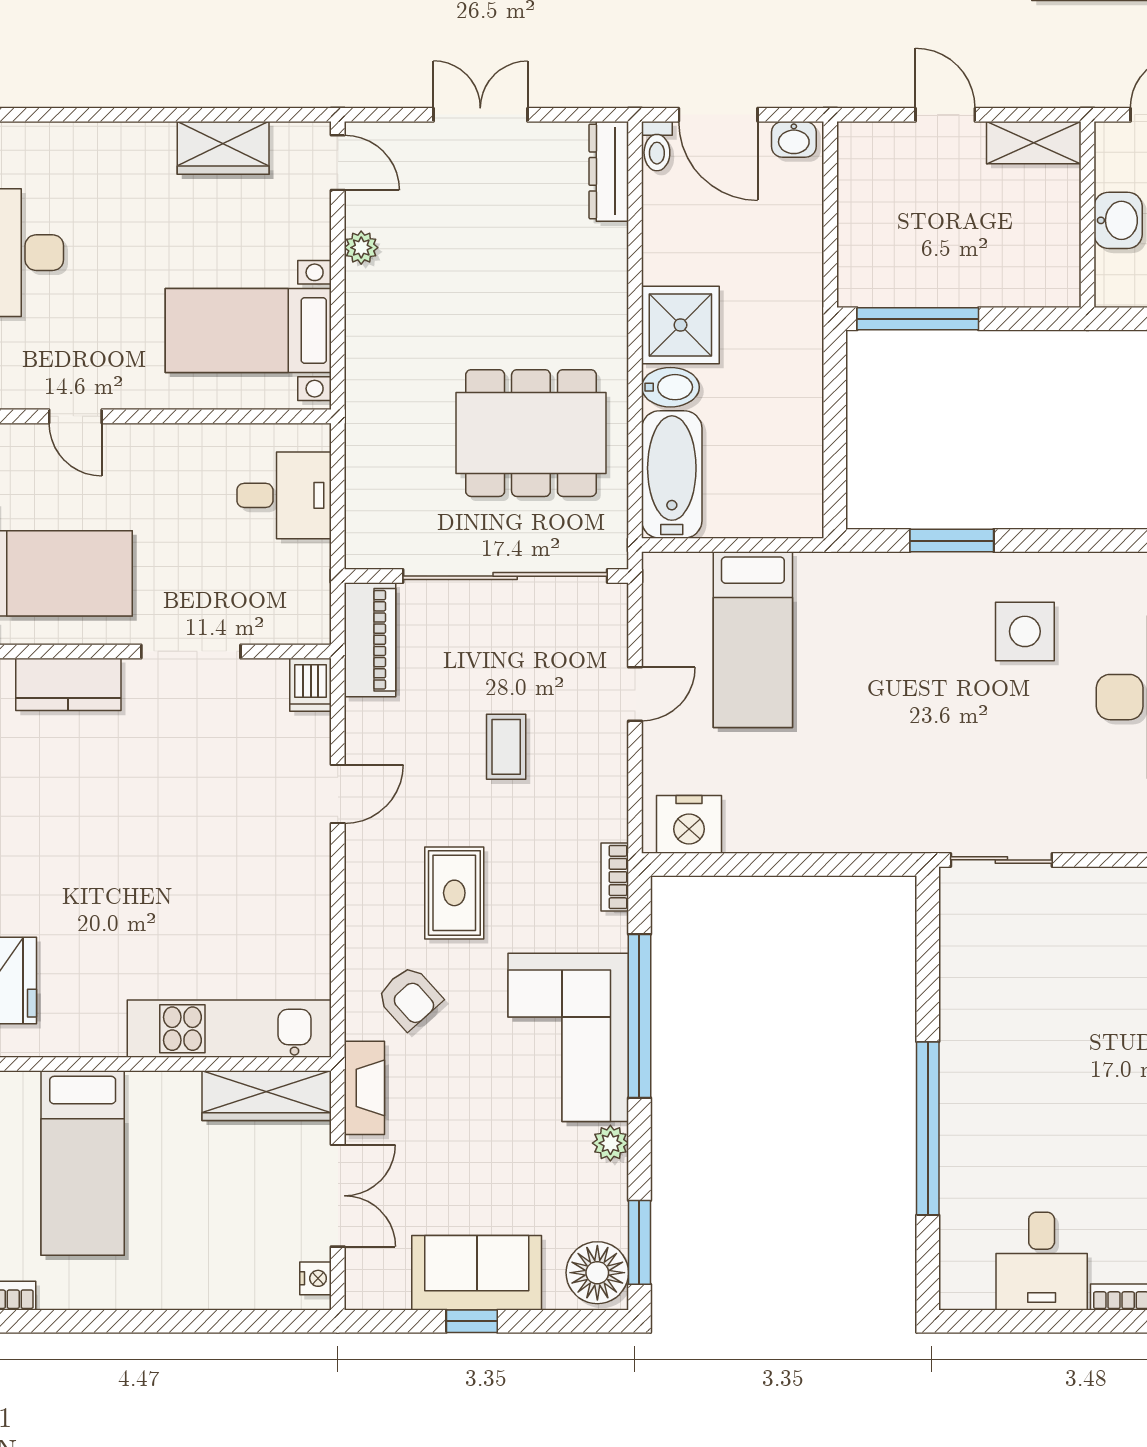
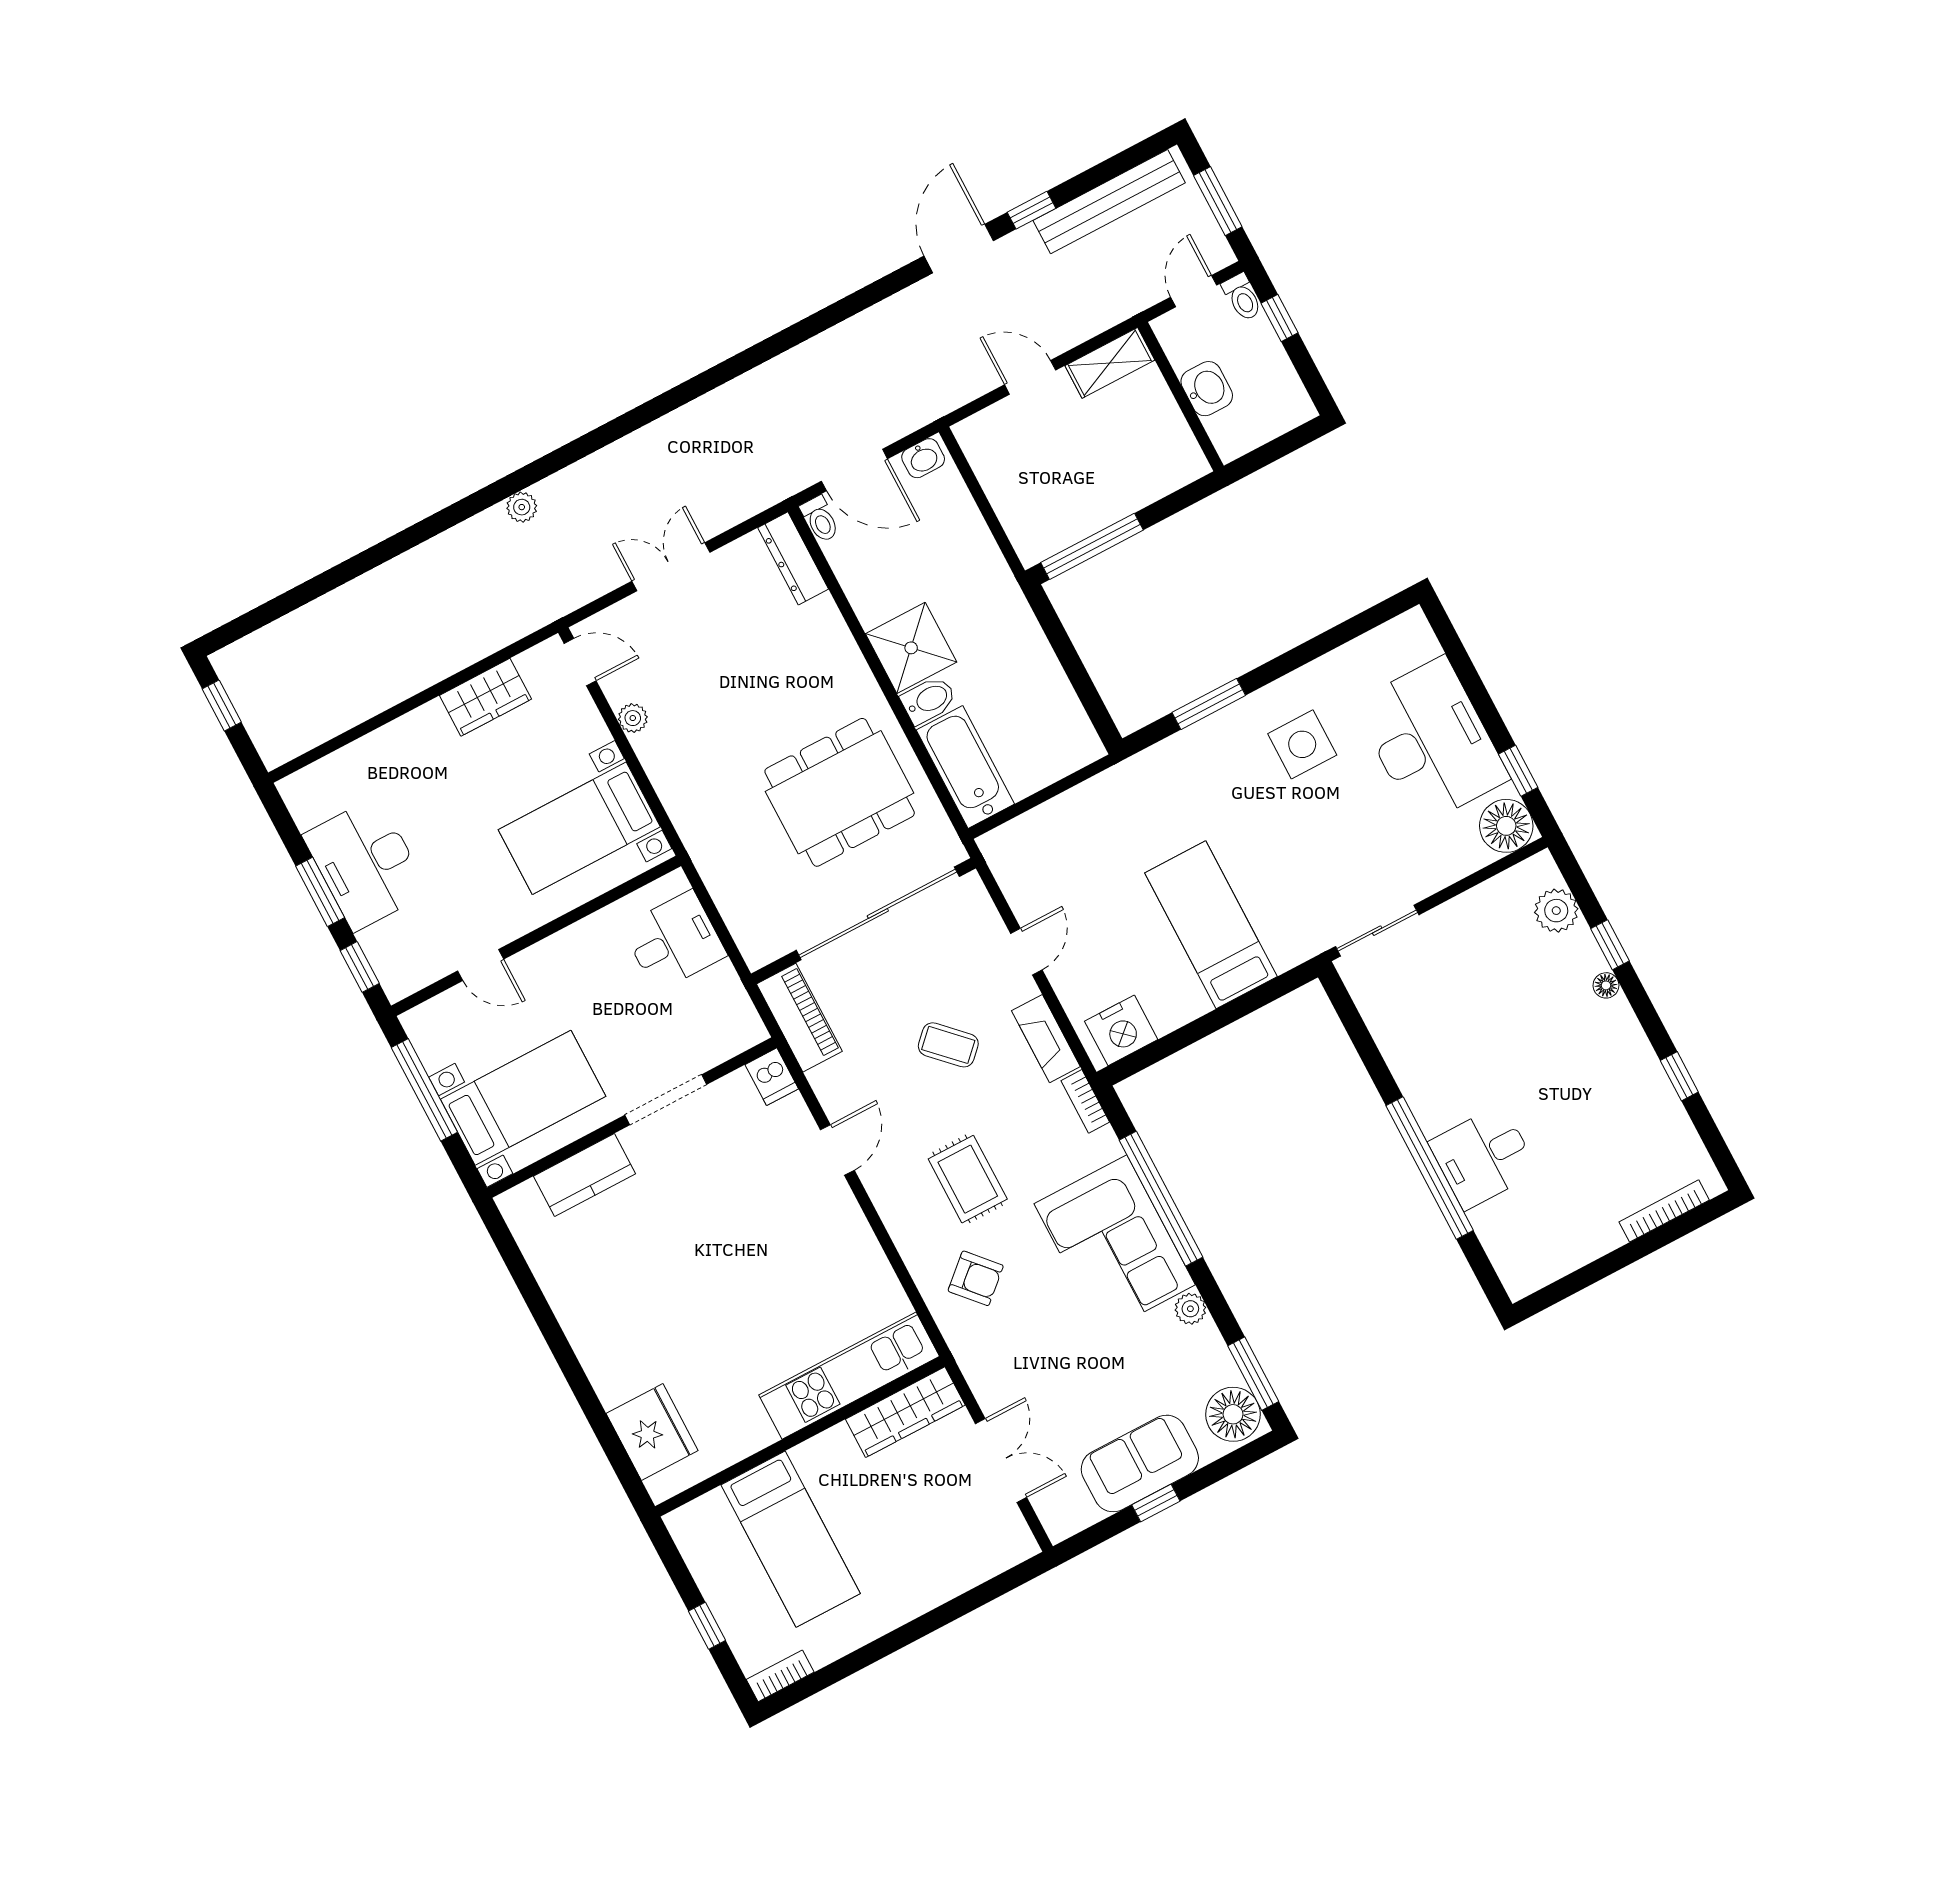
bed: (753, 640) -> (1211, 925), moved, turned 180
coffee table: (506, 747) -> (948, 1045), turned -45
fireplace: (364, 1088) -> (1046, 1039), moved, turned 180
desk: (1042, 1261) -> (1483, 1157), moved, turned 90
nightstand: (316, 1278) -> (1018, 1533), removed

